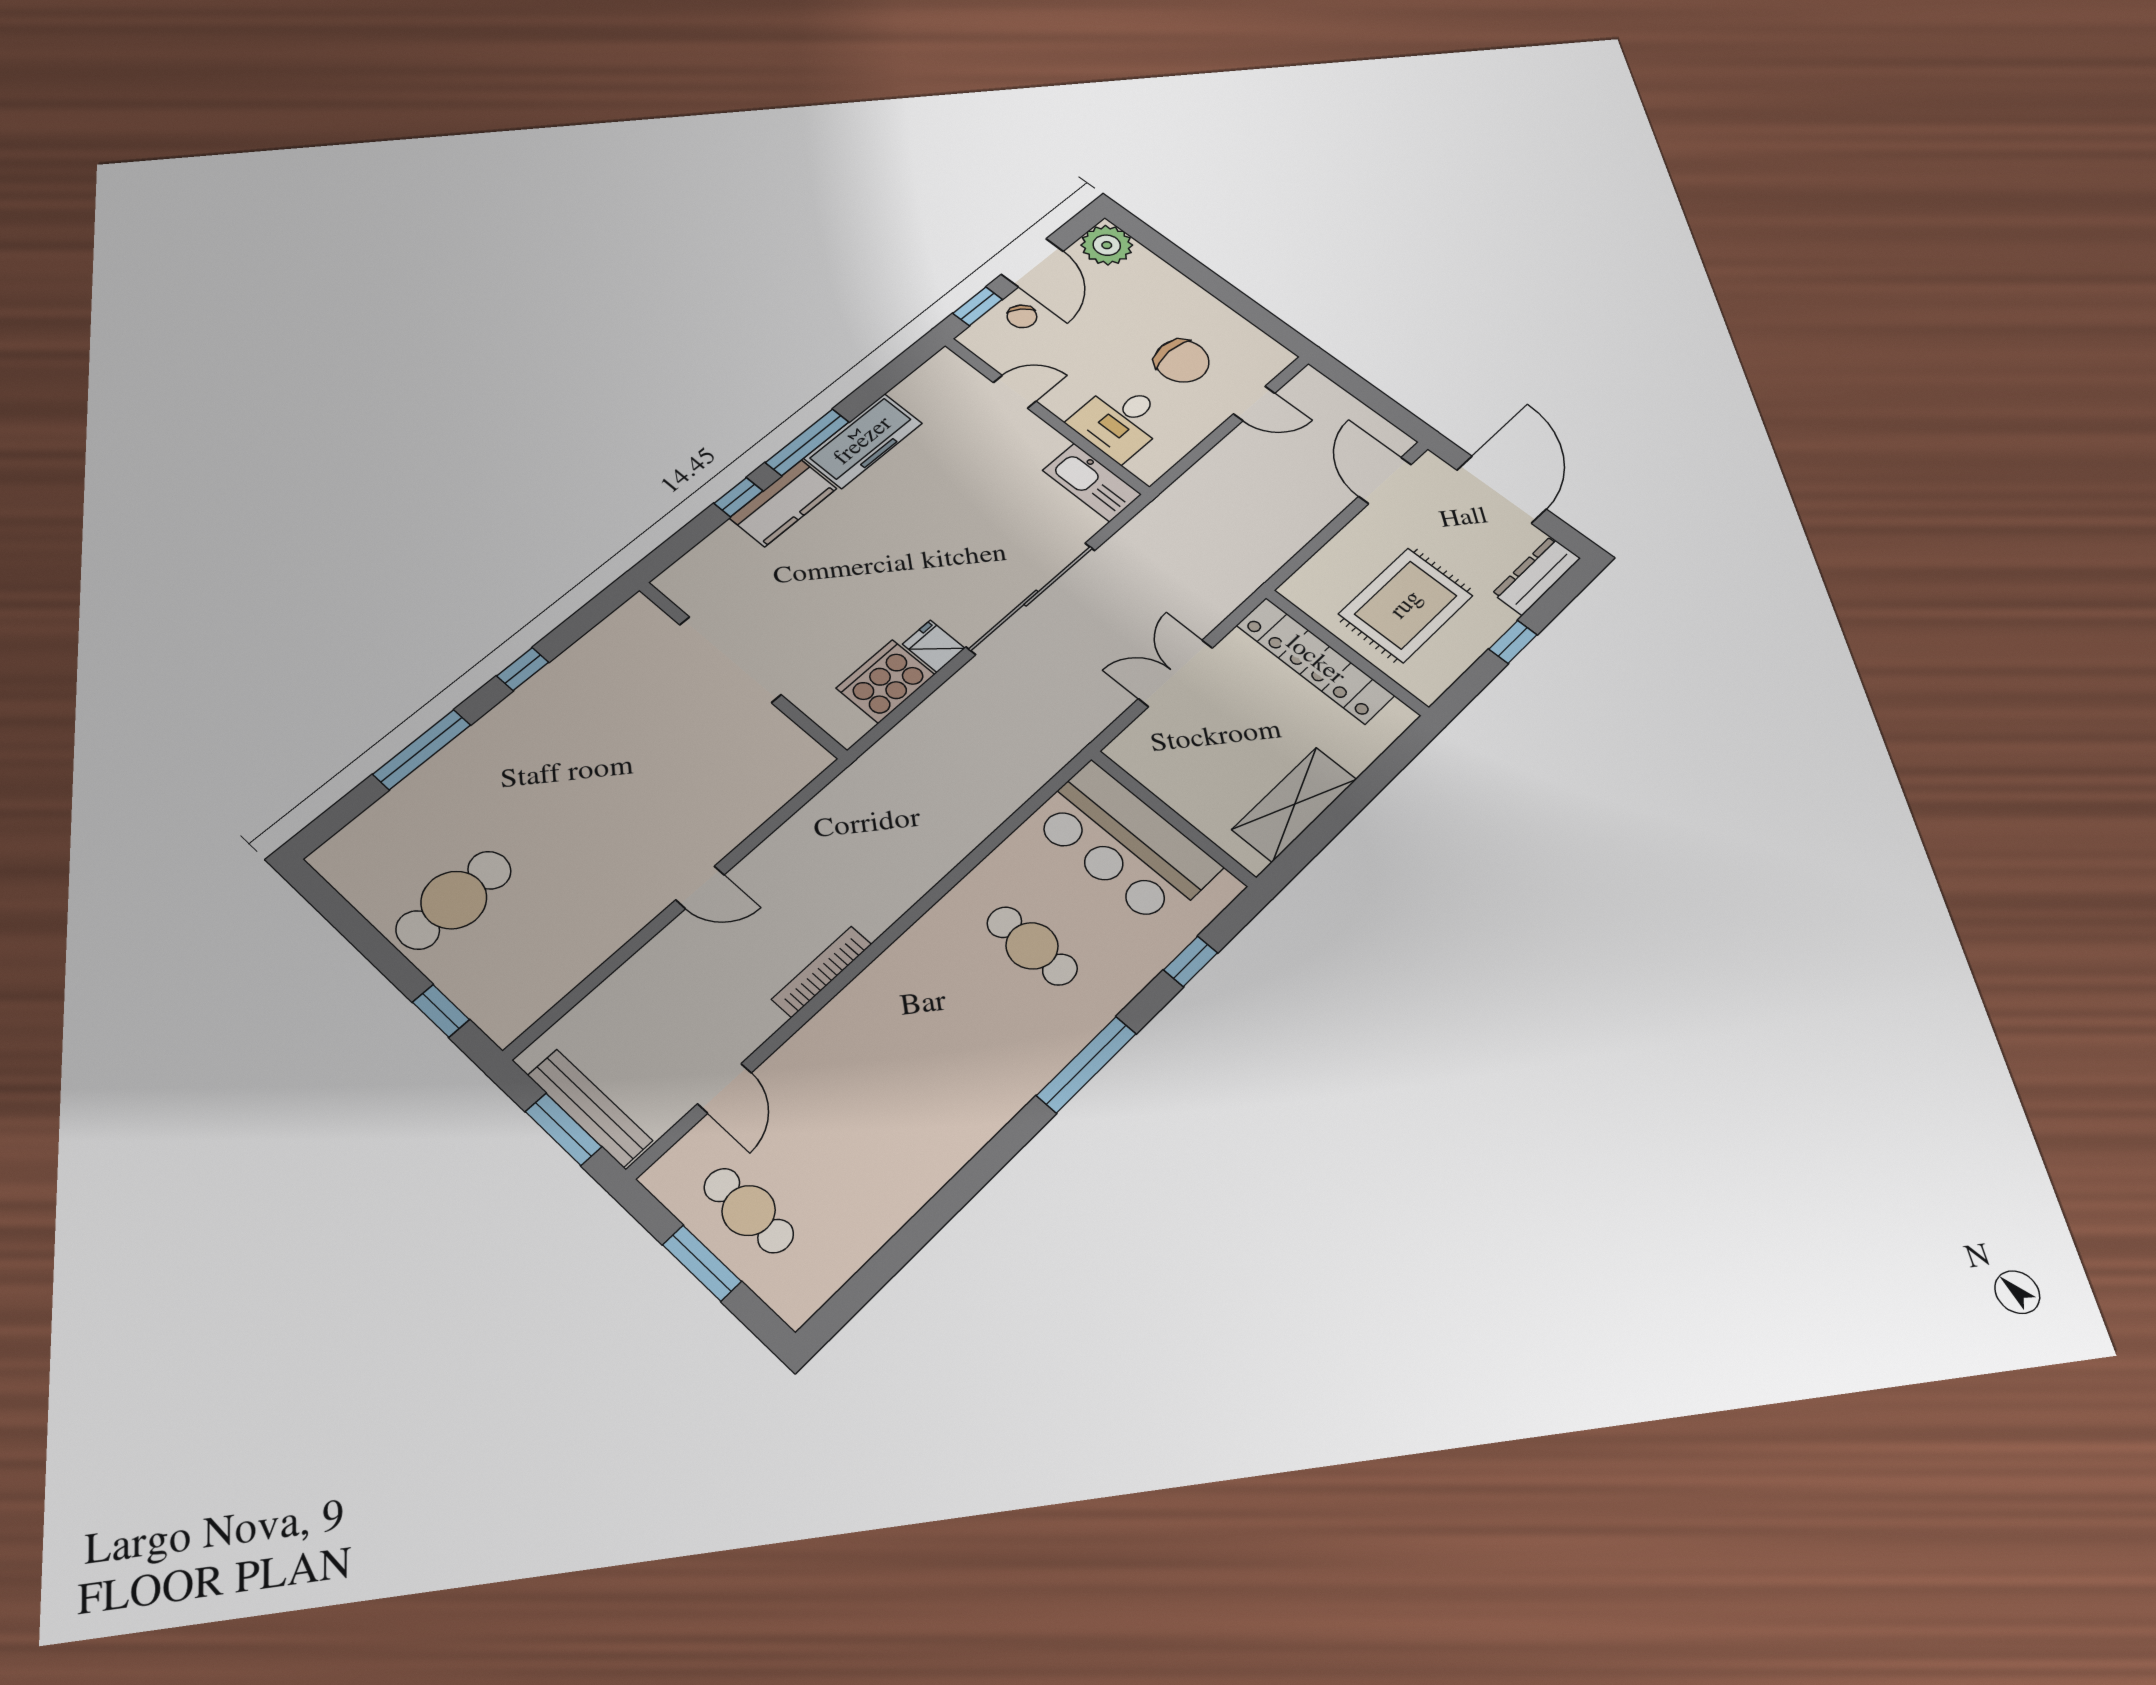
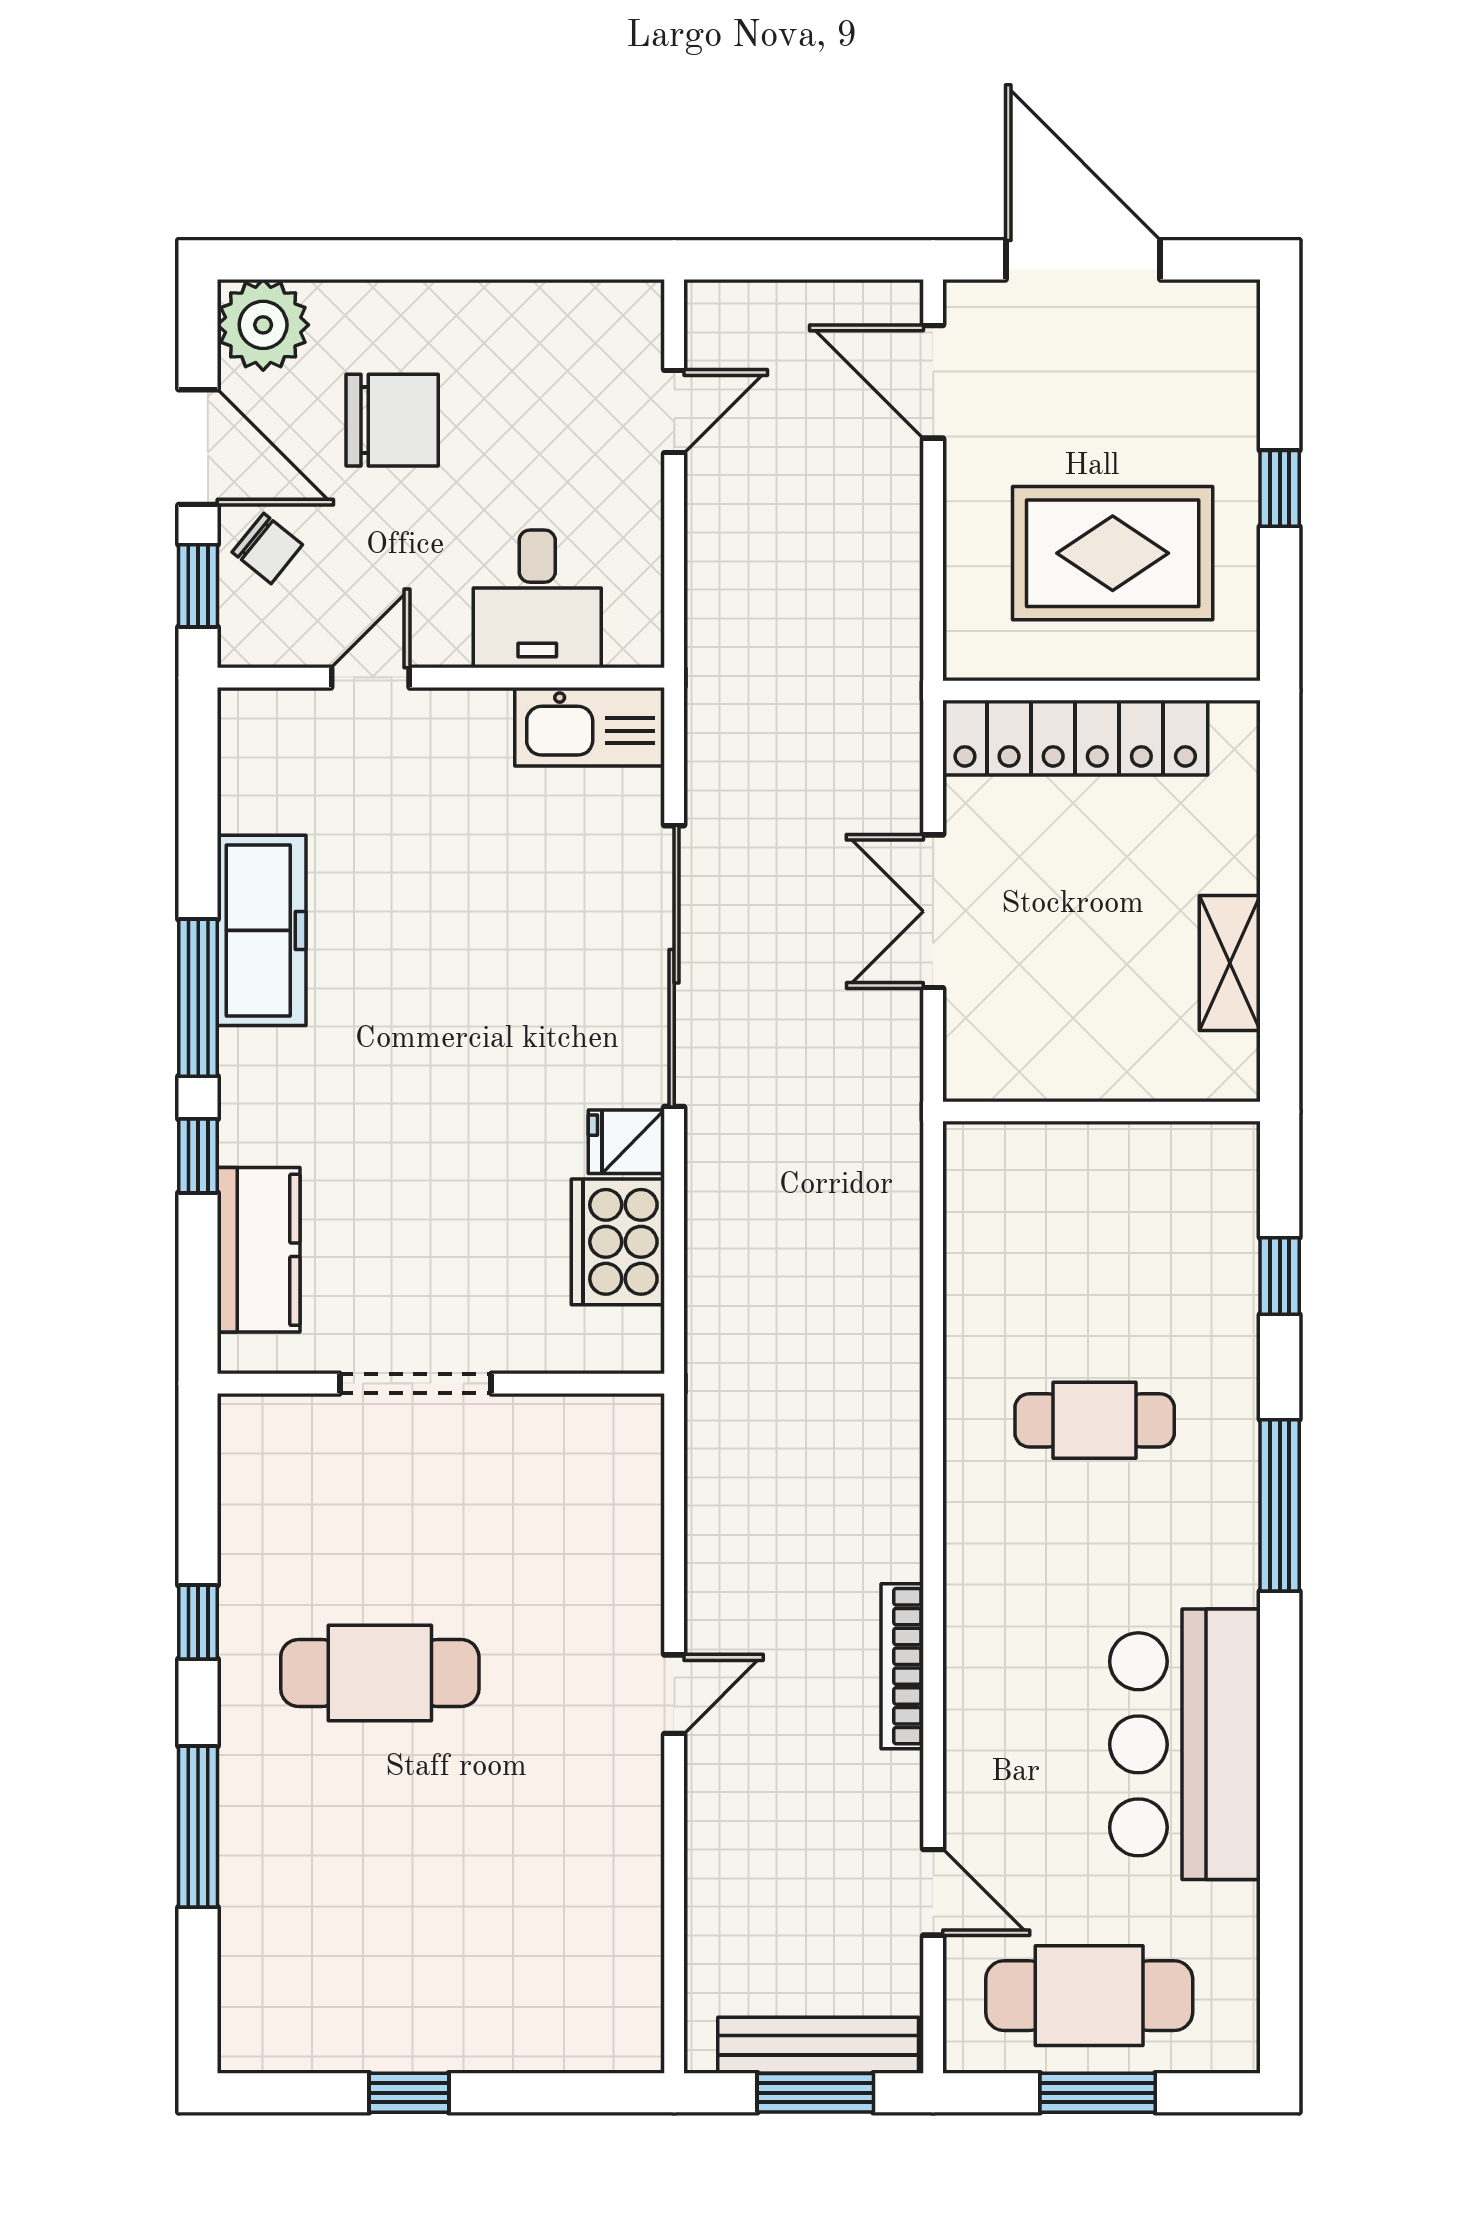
chair: (1182, 361) -> (392, 420), moved
kitchen counter: (783, 503) -> (259, 1250), moved
dresser: (1537, 576) -> (1229, 358), removed
rug: (1406, 605) -> (1113, 553), turned 90
doorway: (730, 659) -> (415, 1384), width x0.73
shelving: (1295, 804) -> (1230, 963), width x0.67, depth x0.75
bar counter: (1124, 844) -> (1185, 1744), moved, turned 90
cafe table: (454, 900) -> (380, 1673), moved, turned 90
window: (441, 1011) -> (409, 2093), moved
cafe table: (749, 1210) -> (1089, 1996), width x1.37, depth x1.35

